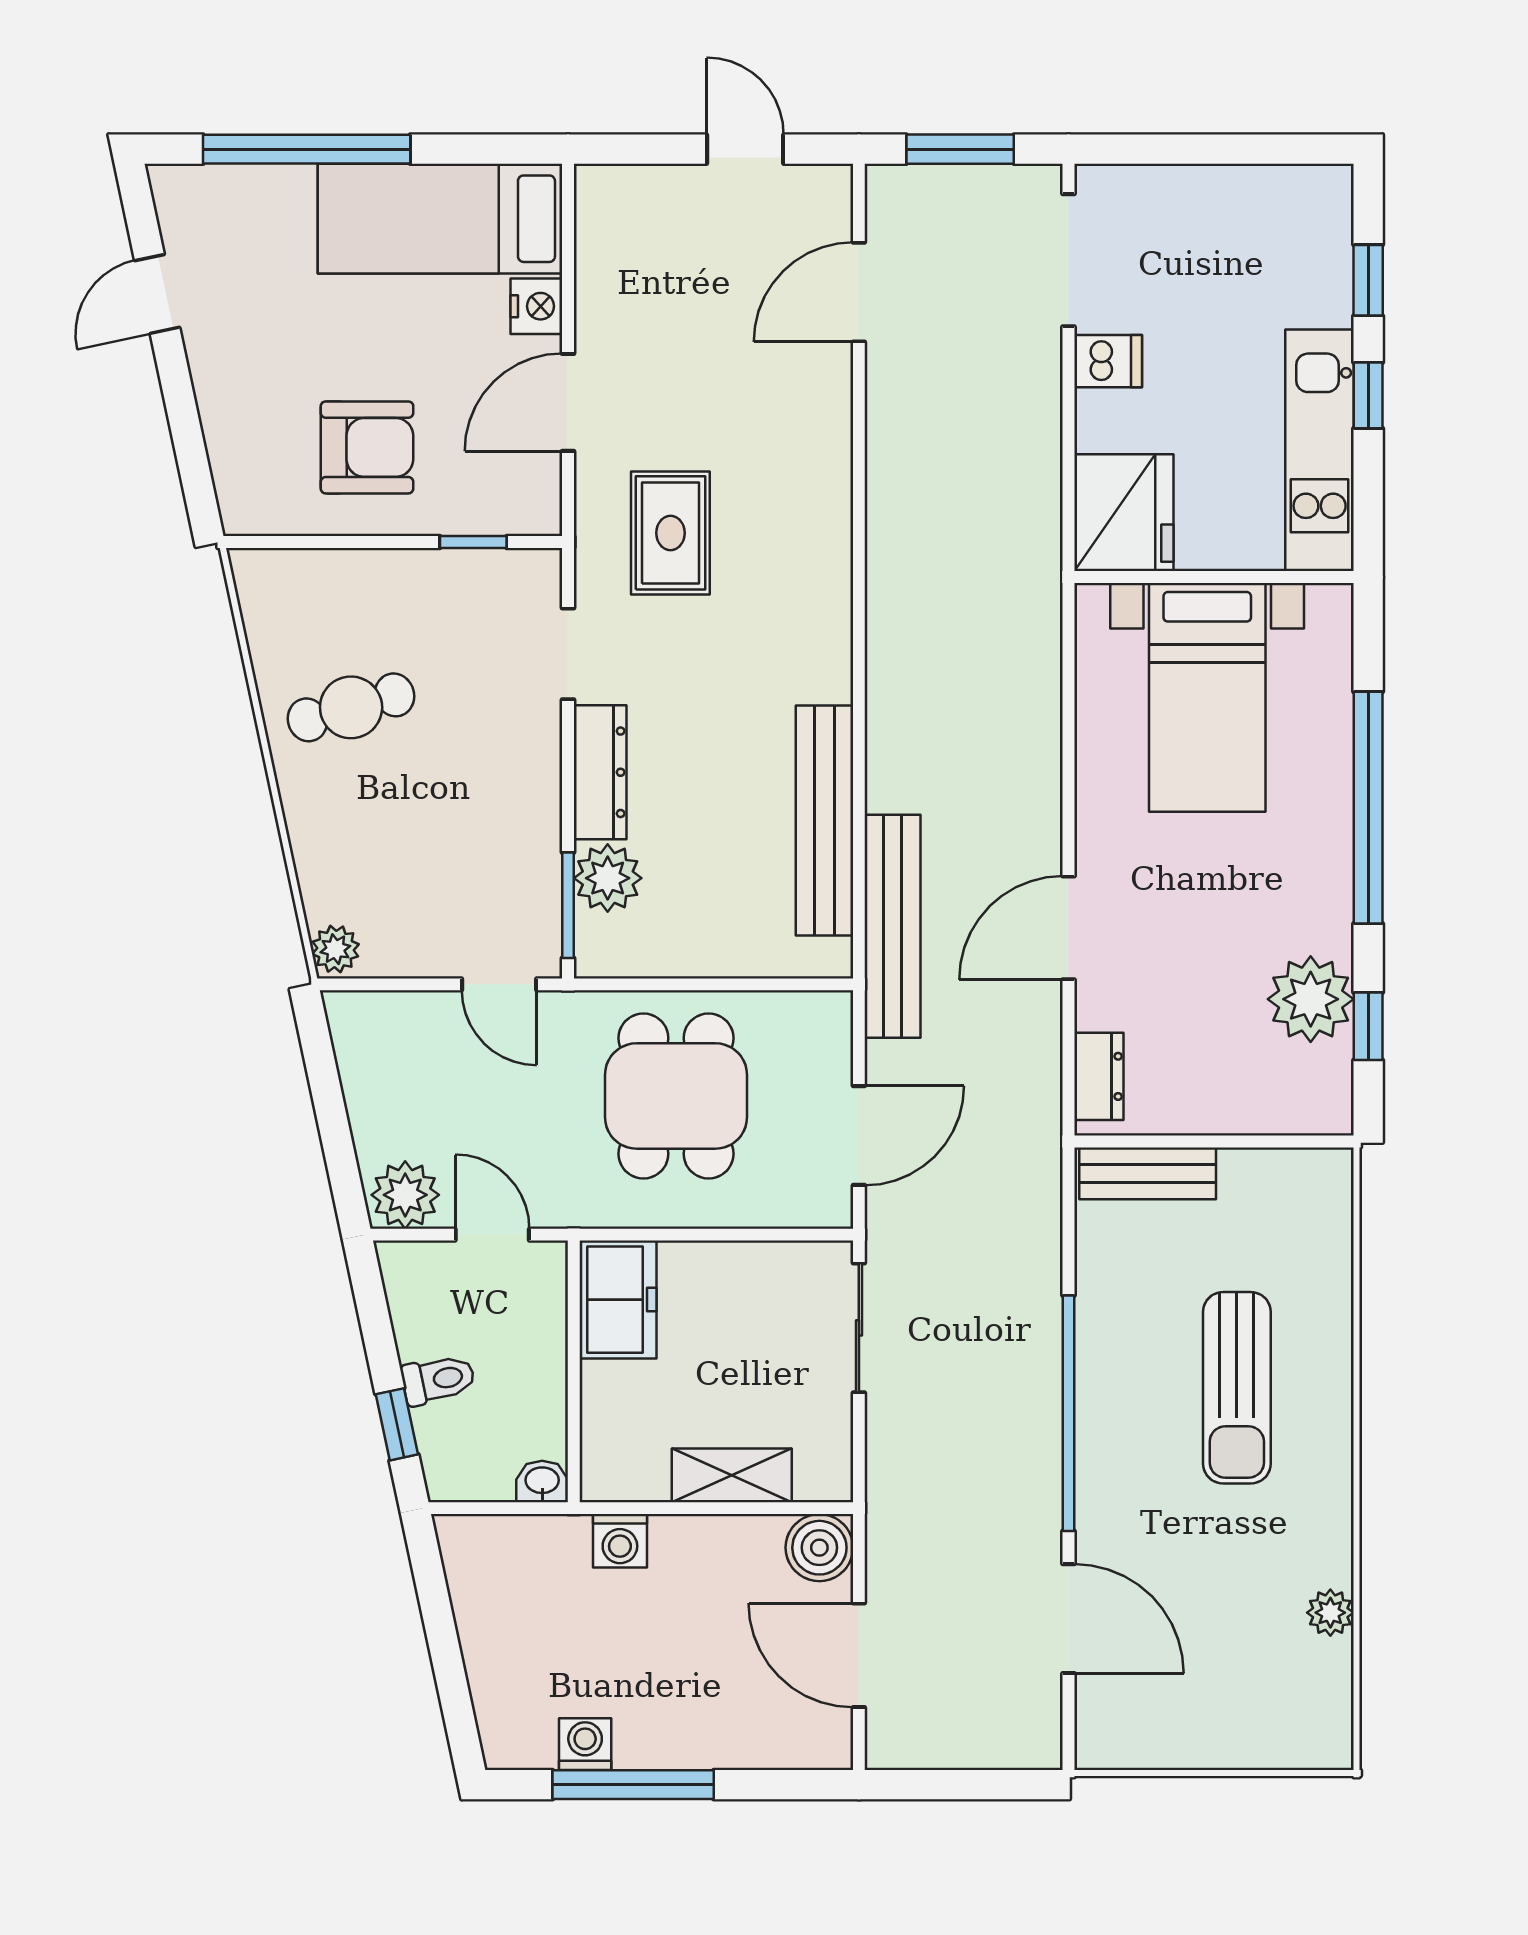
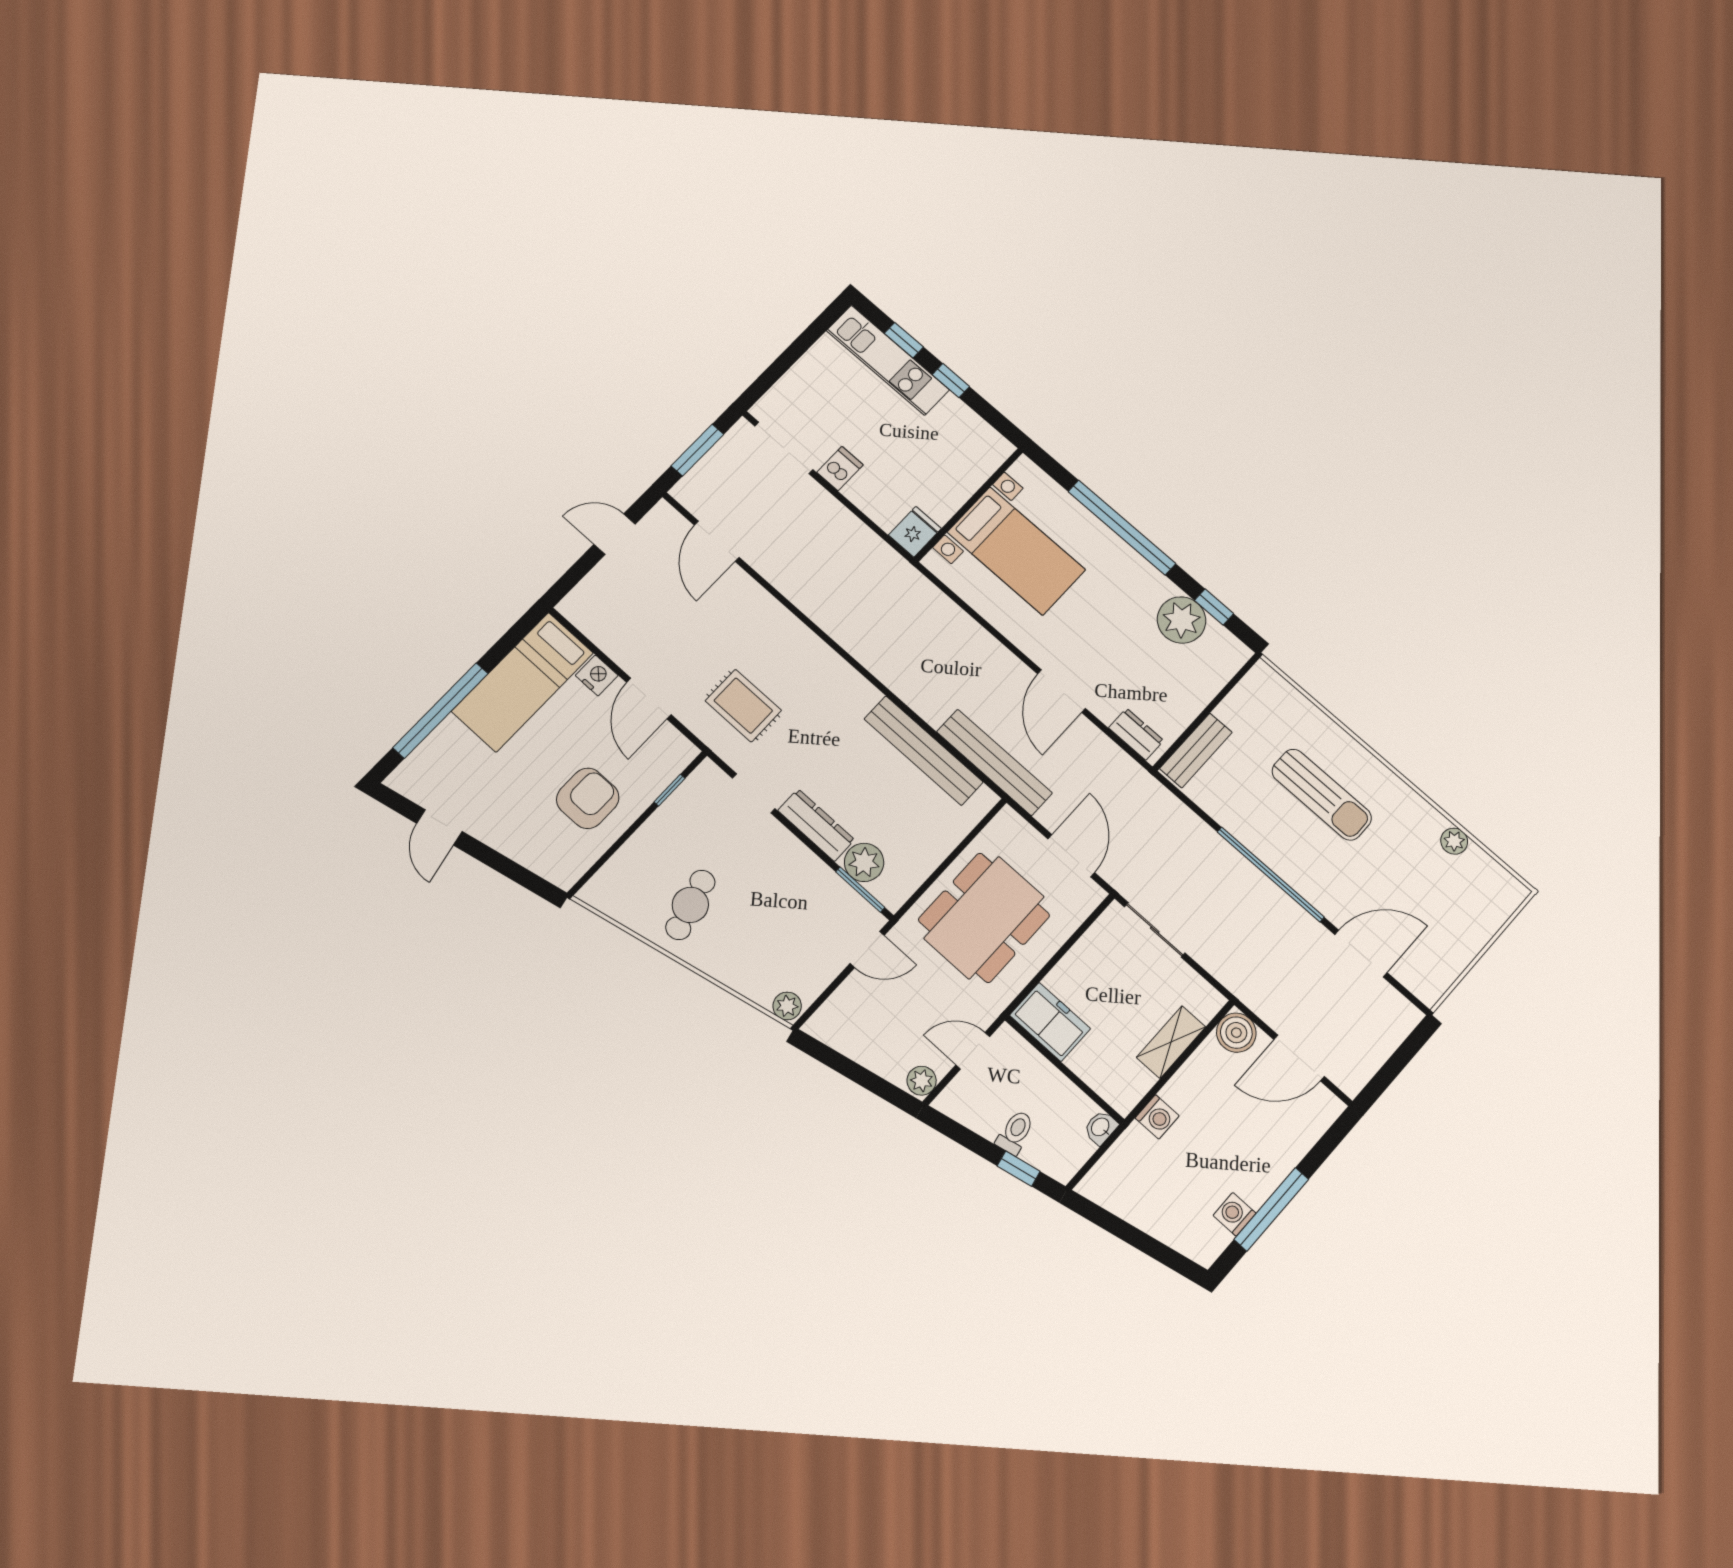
kitchen unit: (1320, 450) -> (888, 360), moved
fridge: (1124, 513) -> (915, 532), width x0.53, depth x0.75
dining table: (676, 1096) -> (984, 918), width x1.38
plant: (405, 1195) -> (922, 1081), width x0.73, depth x0.73

